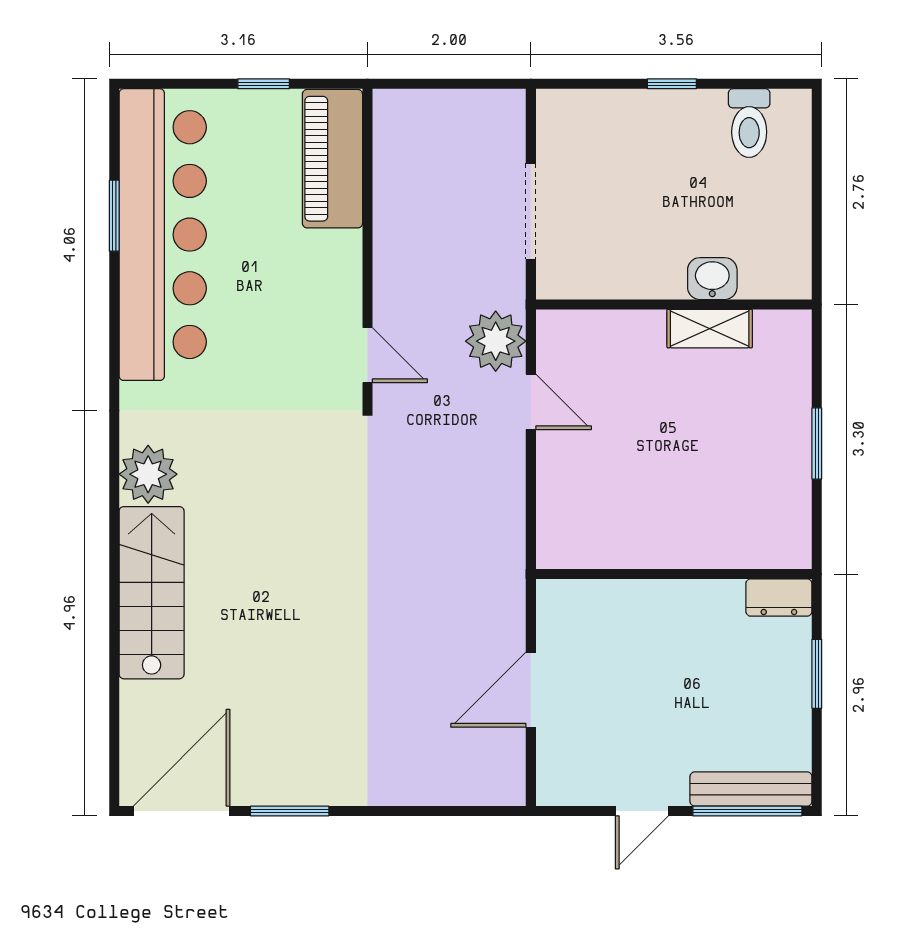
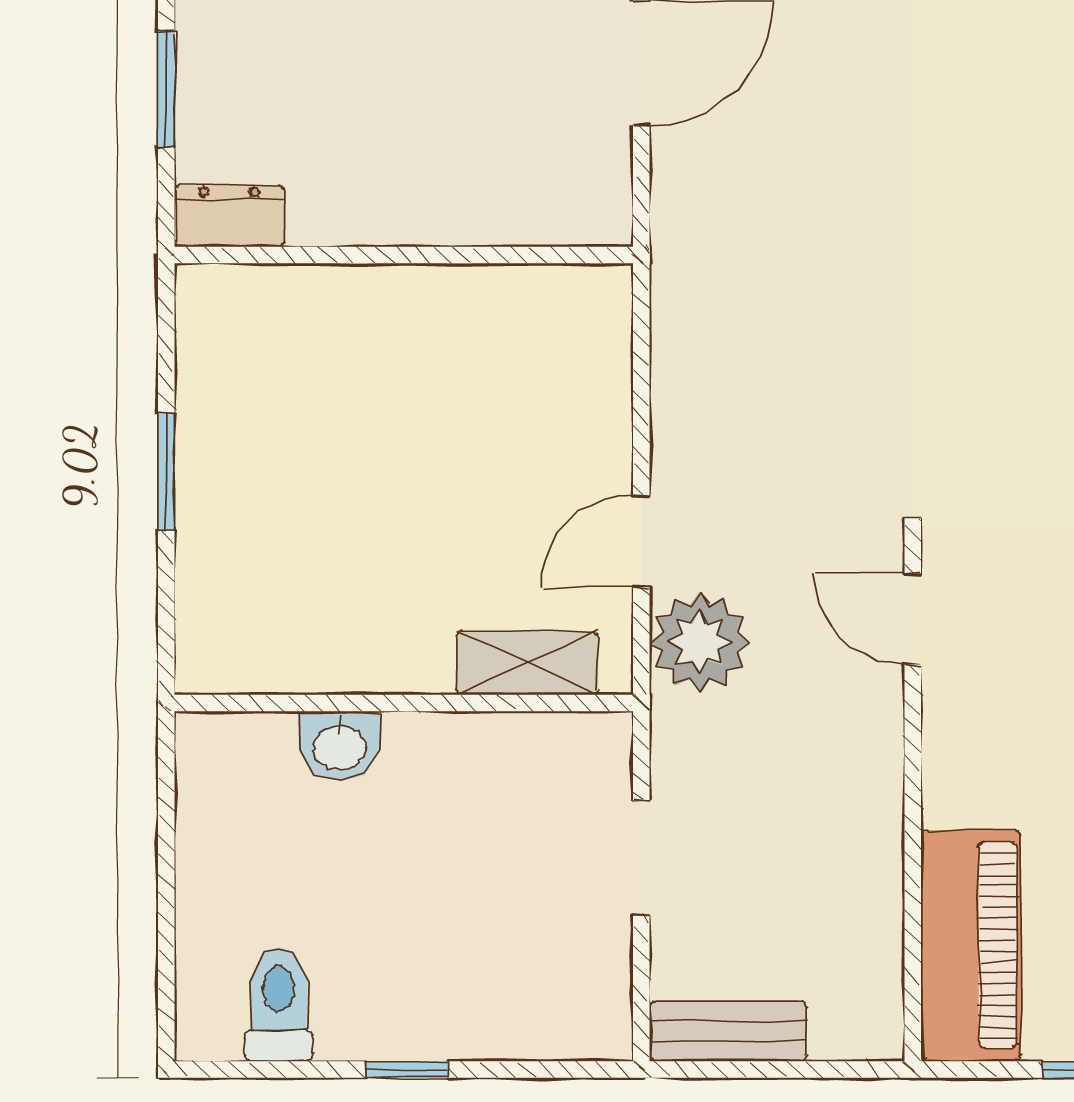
bench: (479, 107) -> (728, 1031), added
doorway: (531, 211) -> (641, 858), width x0.73
shelving: (710, 329) -> (527, 663), moved
door: (531, 402) -> (641, 541), hinge flipped

